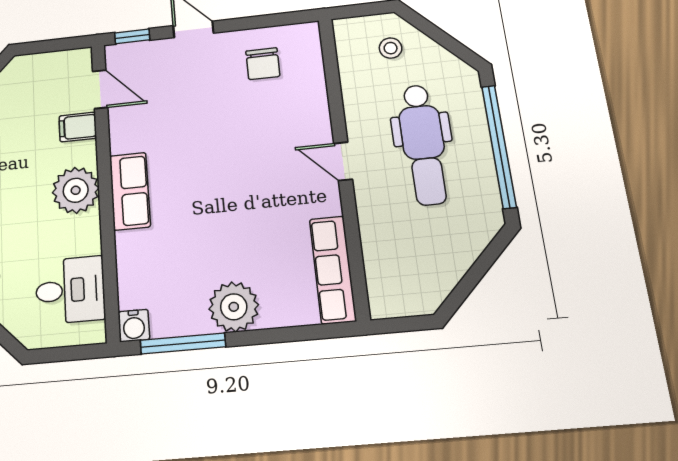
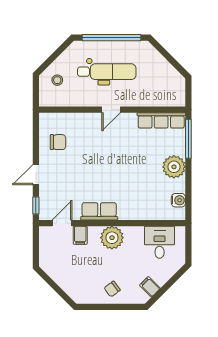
row of seats: (130, 191) -> (99, 211), moved
water cooler: (134, 326) -> (178, 200), moved
window: (183, 343) -> (188, 139), moved

